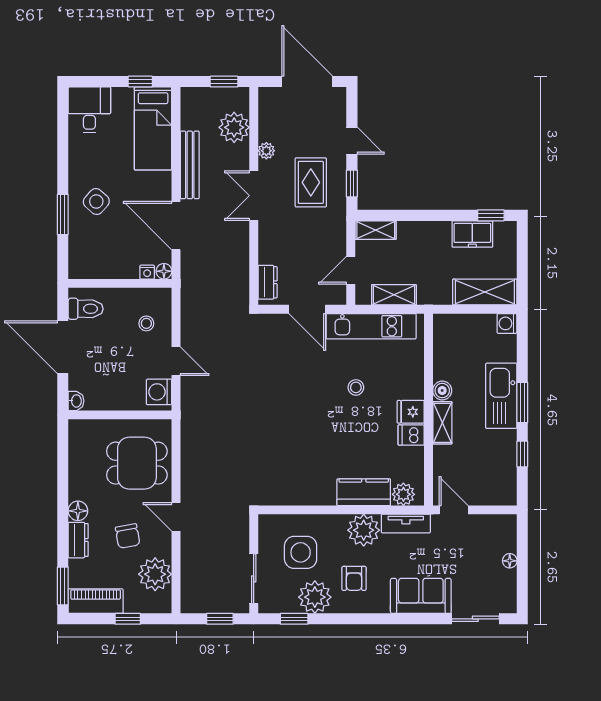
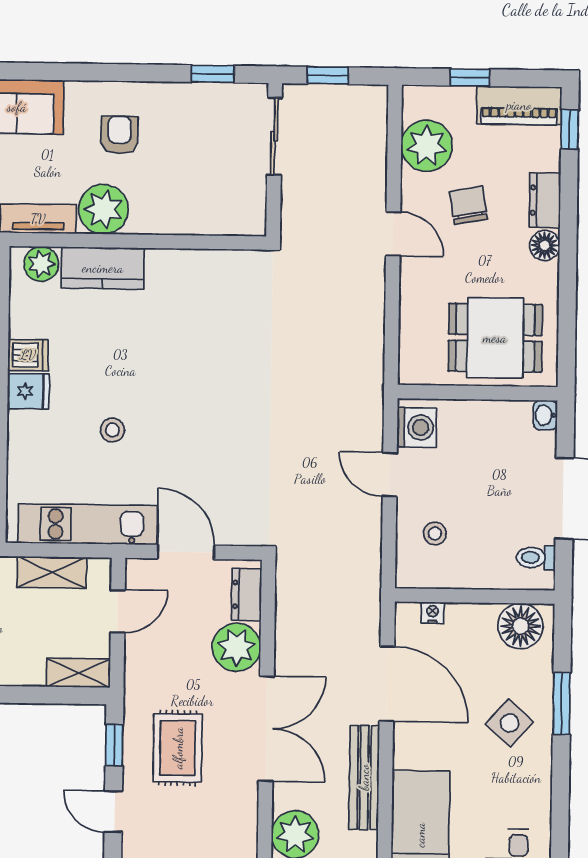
plant: (266, 151) -> (237, 647), moved, width x1.88, depth x1.88
double door: (254, 196) -> (266, 729), width x1.37
floor lamp: (164, 271) -> (521, 626), moved, width x1.89, depth x1.89
toilet: (86, 309) -> (536, 558), width x0.73, depth x0.72
dining table: (137, 463) -> (495, 338), moved
side table: (301, 552) -> (201, 176), removed
window: (63, 586) -> (570, 130), width x0.67
plant: (315, 597) -> (180, 107), removed

